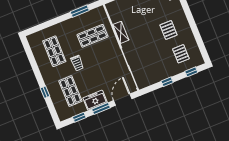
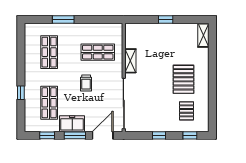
window: (80, 11) -> (63, 19), moved
pallet: (168, 30) -> (183, 79), width x1.50, depth x1.42
trolley: (77, 63) -> (86, 83), moved

